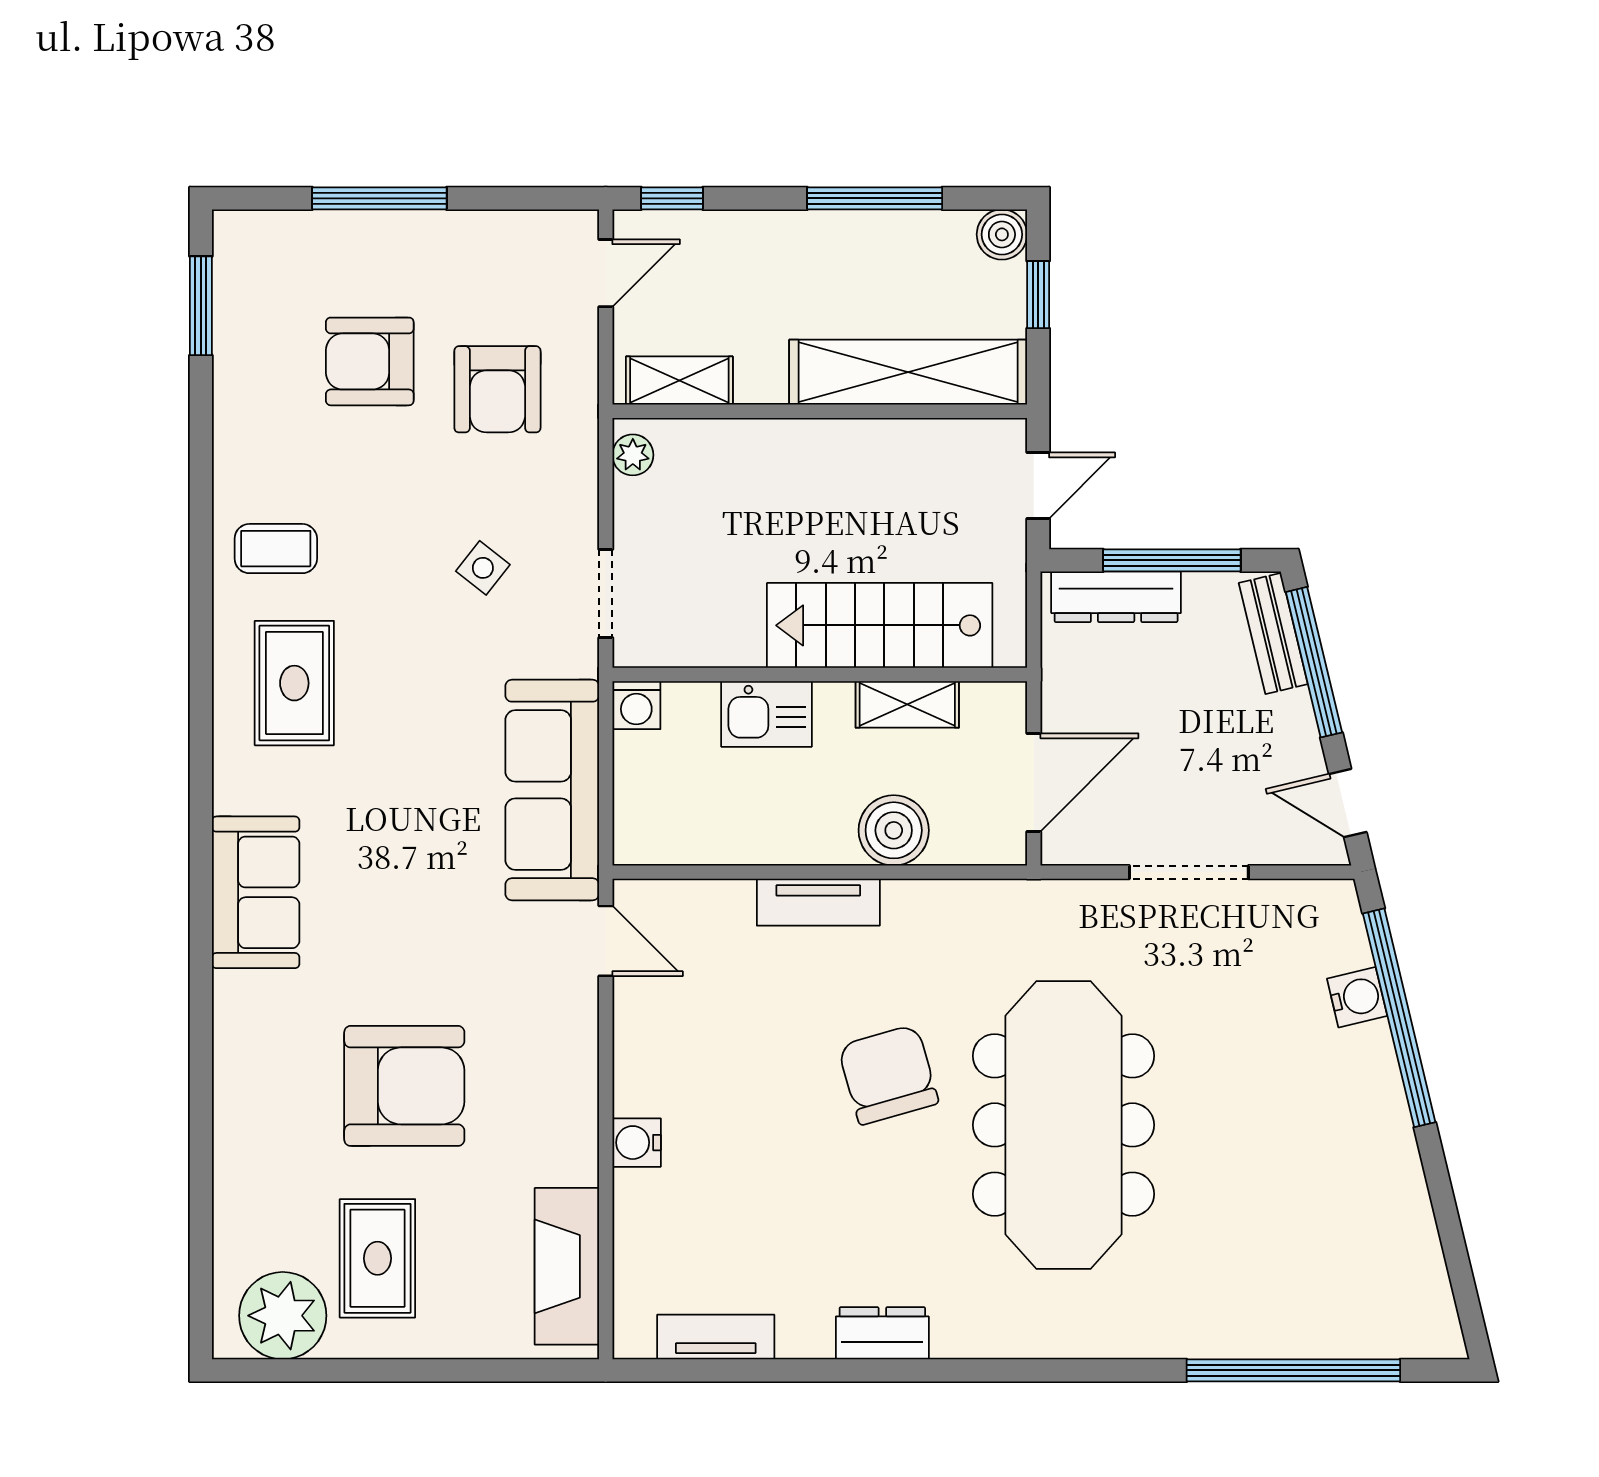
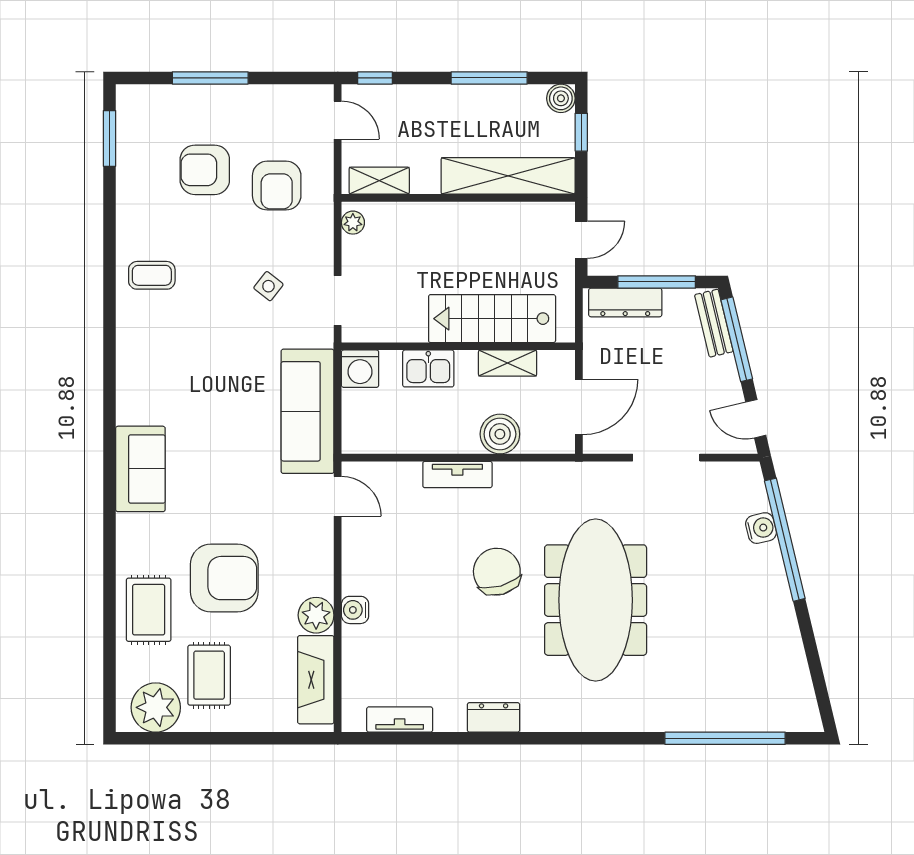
door: (606, 273) -> (338, 120), hinge flipped
rug: (294, 683) -> (149, 610), moved
washing machine: (636, 705) -> (360, 369), width x1.38, depth x1.38
plant: (567, 1152) -> (316, 615), added

